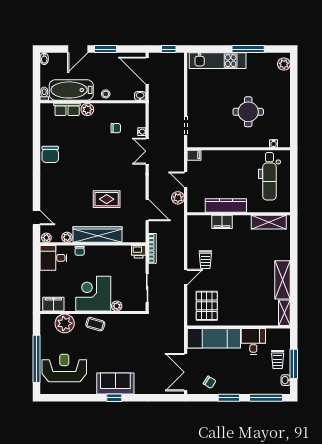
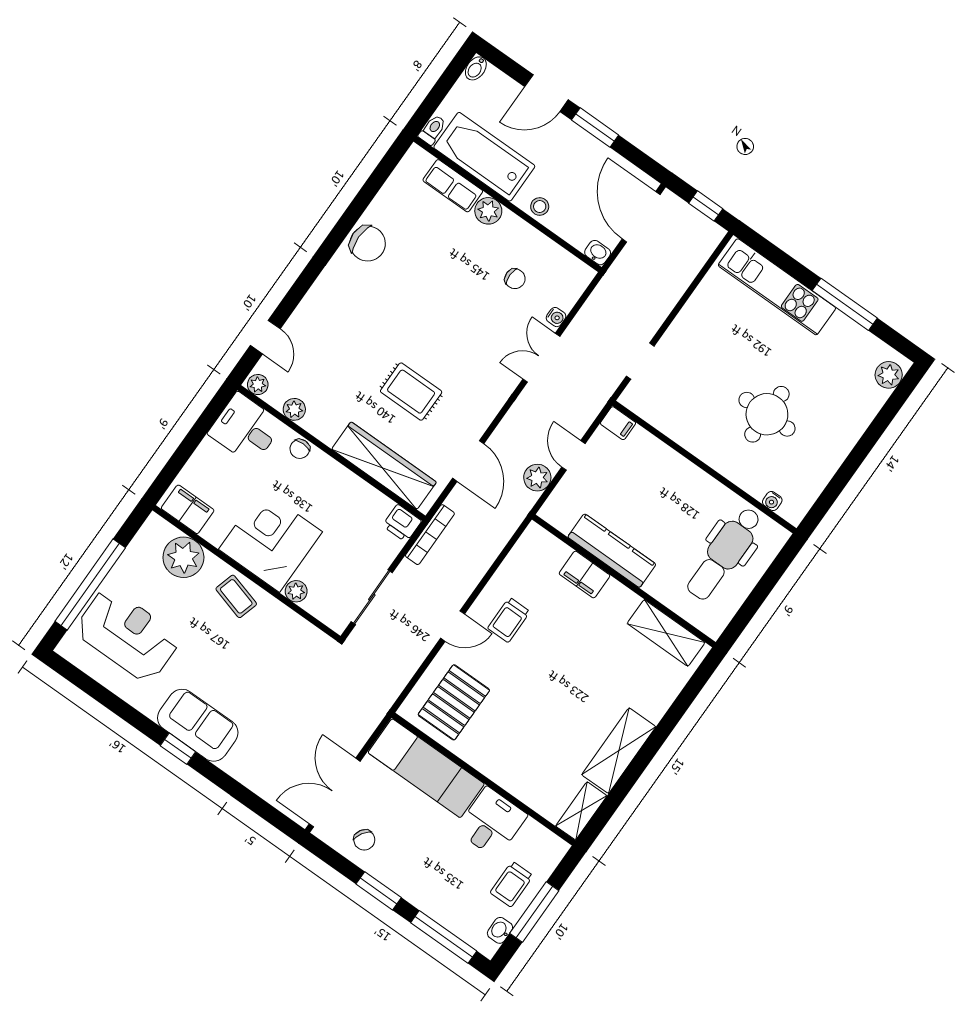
chair: (50, 154) -> (368, 244), turned -90
wardrobe: (98, 235) -> (384, 466), moved

